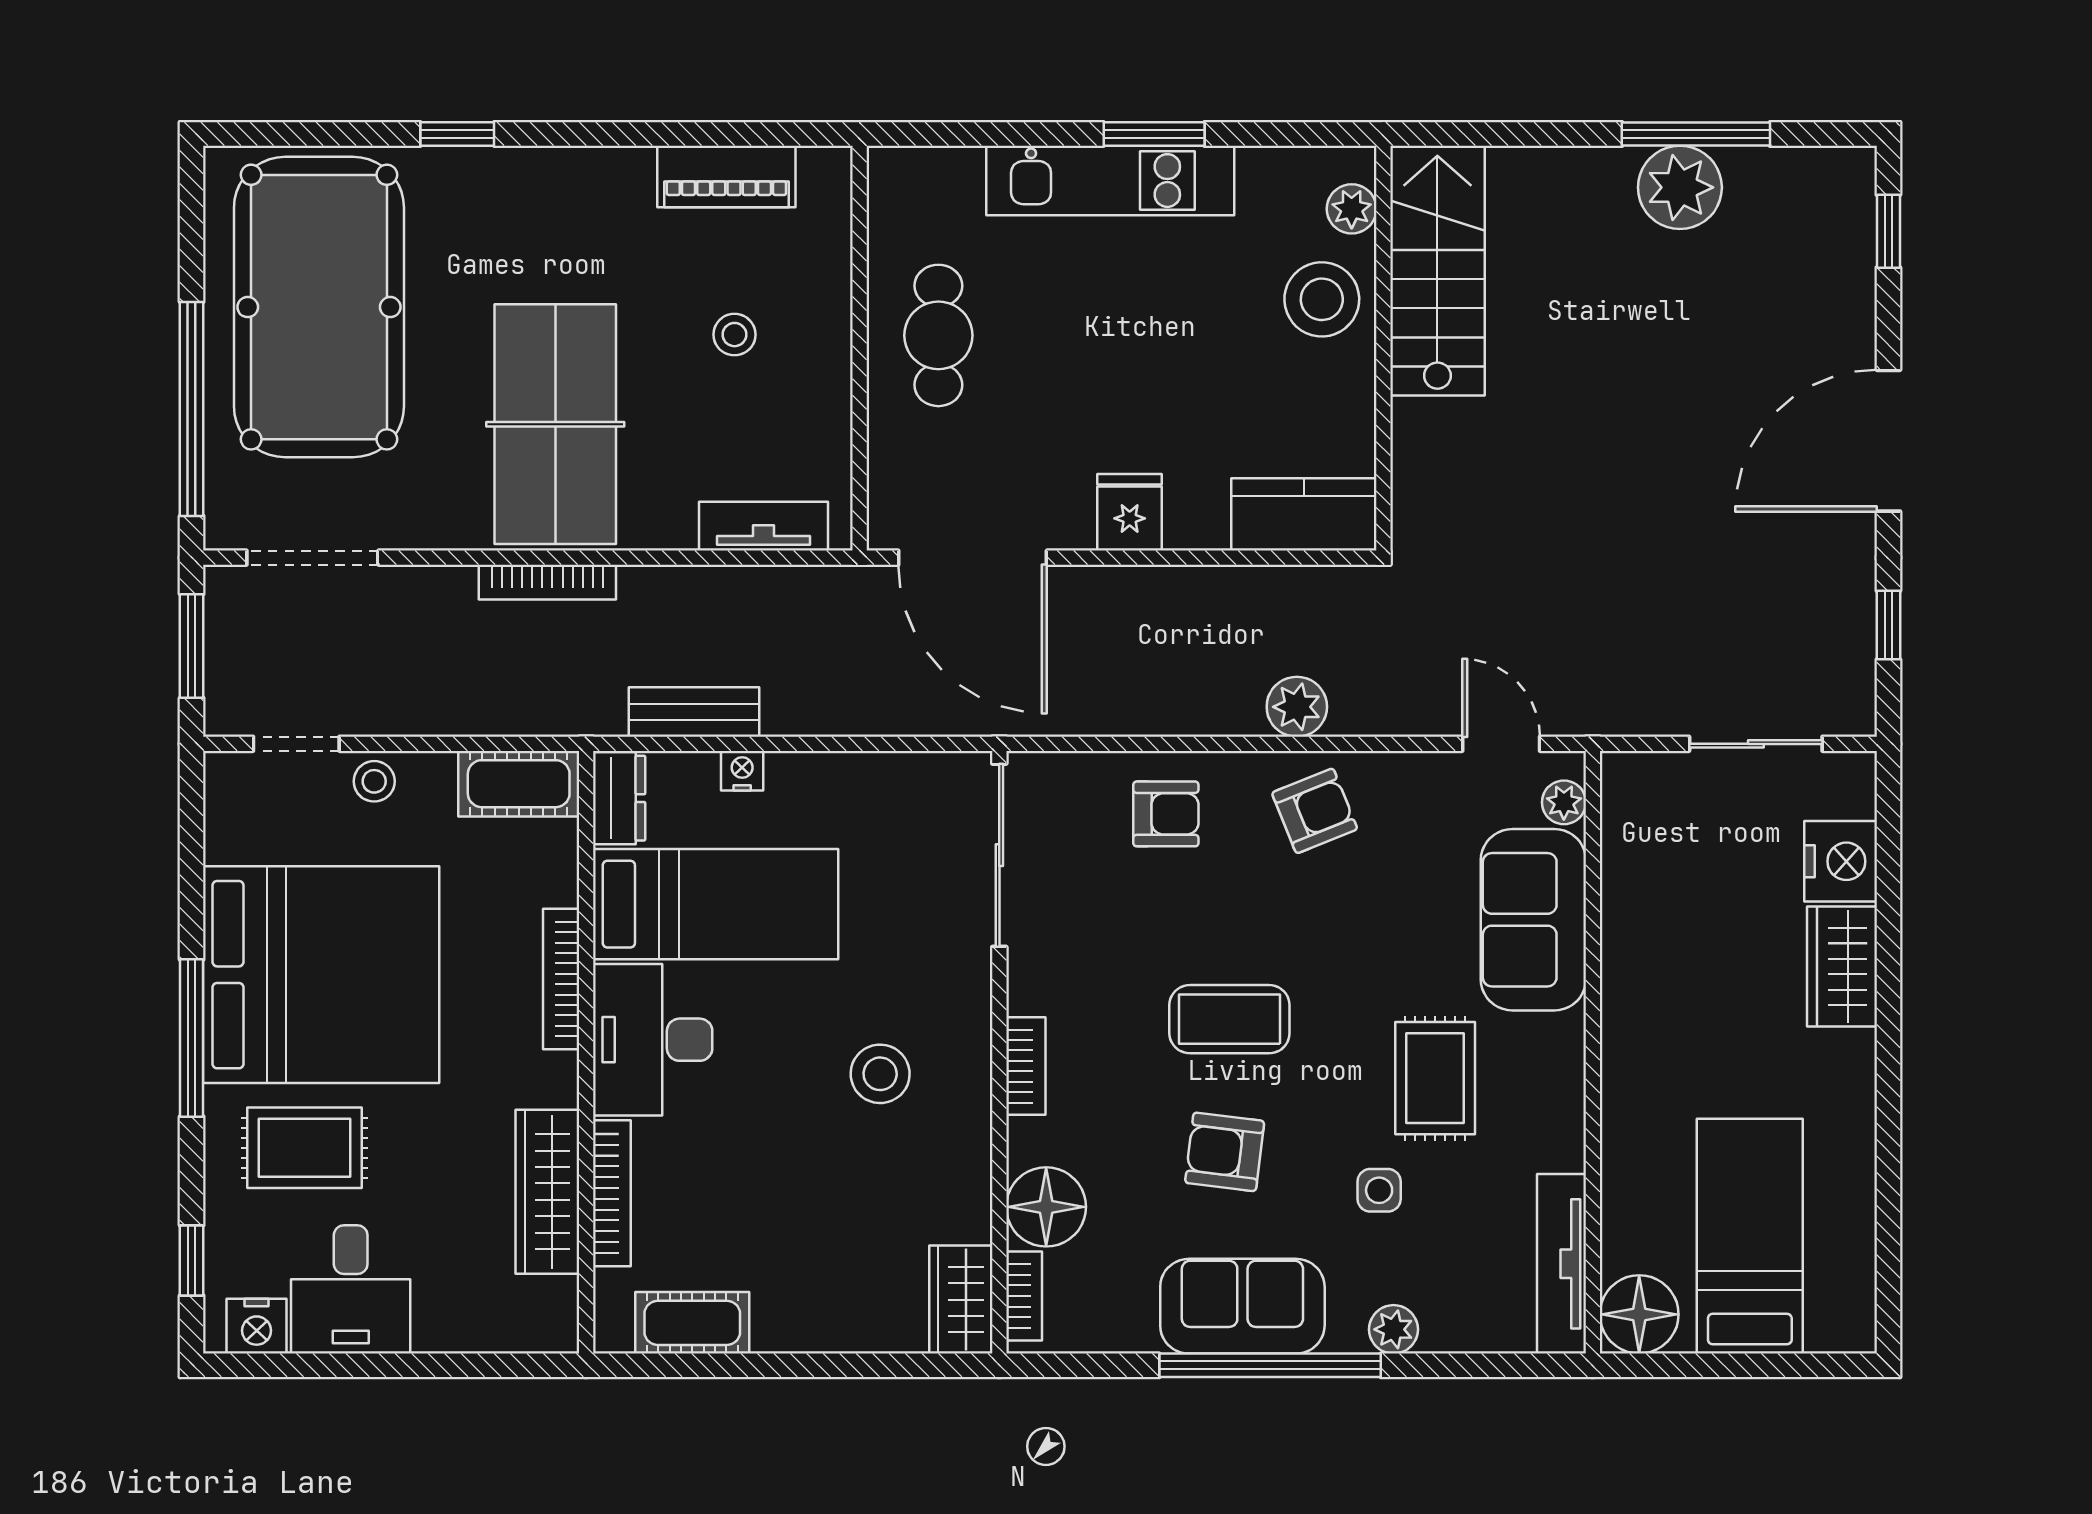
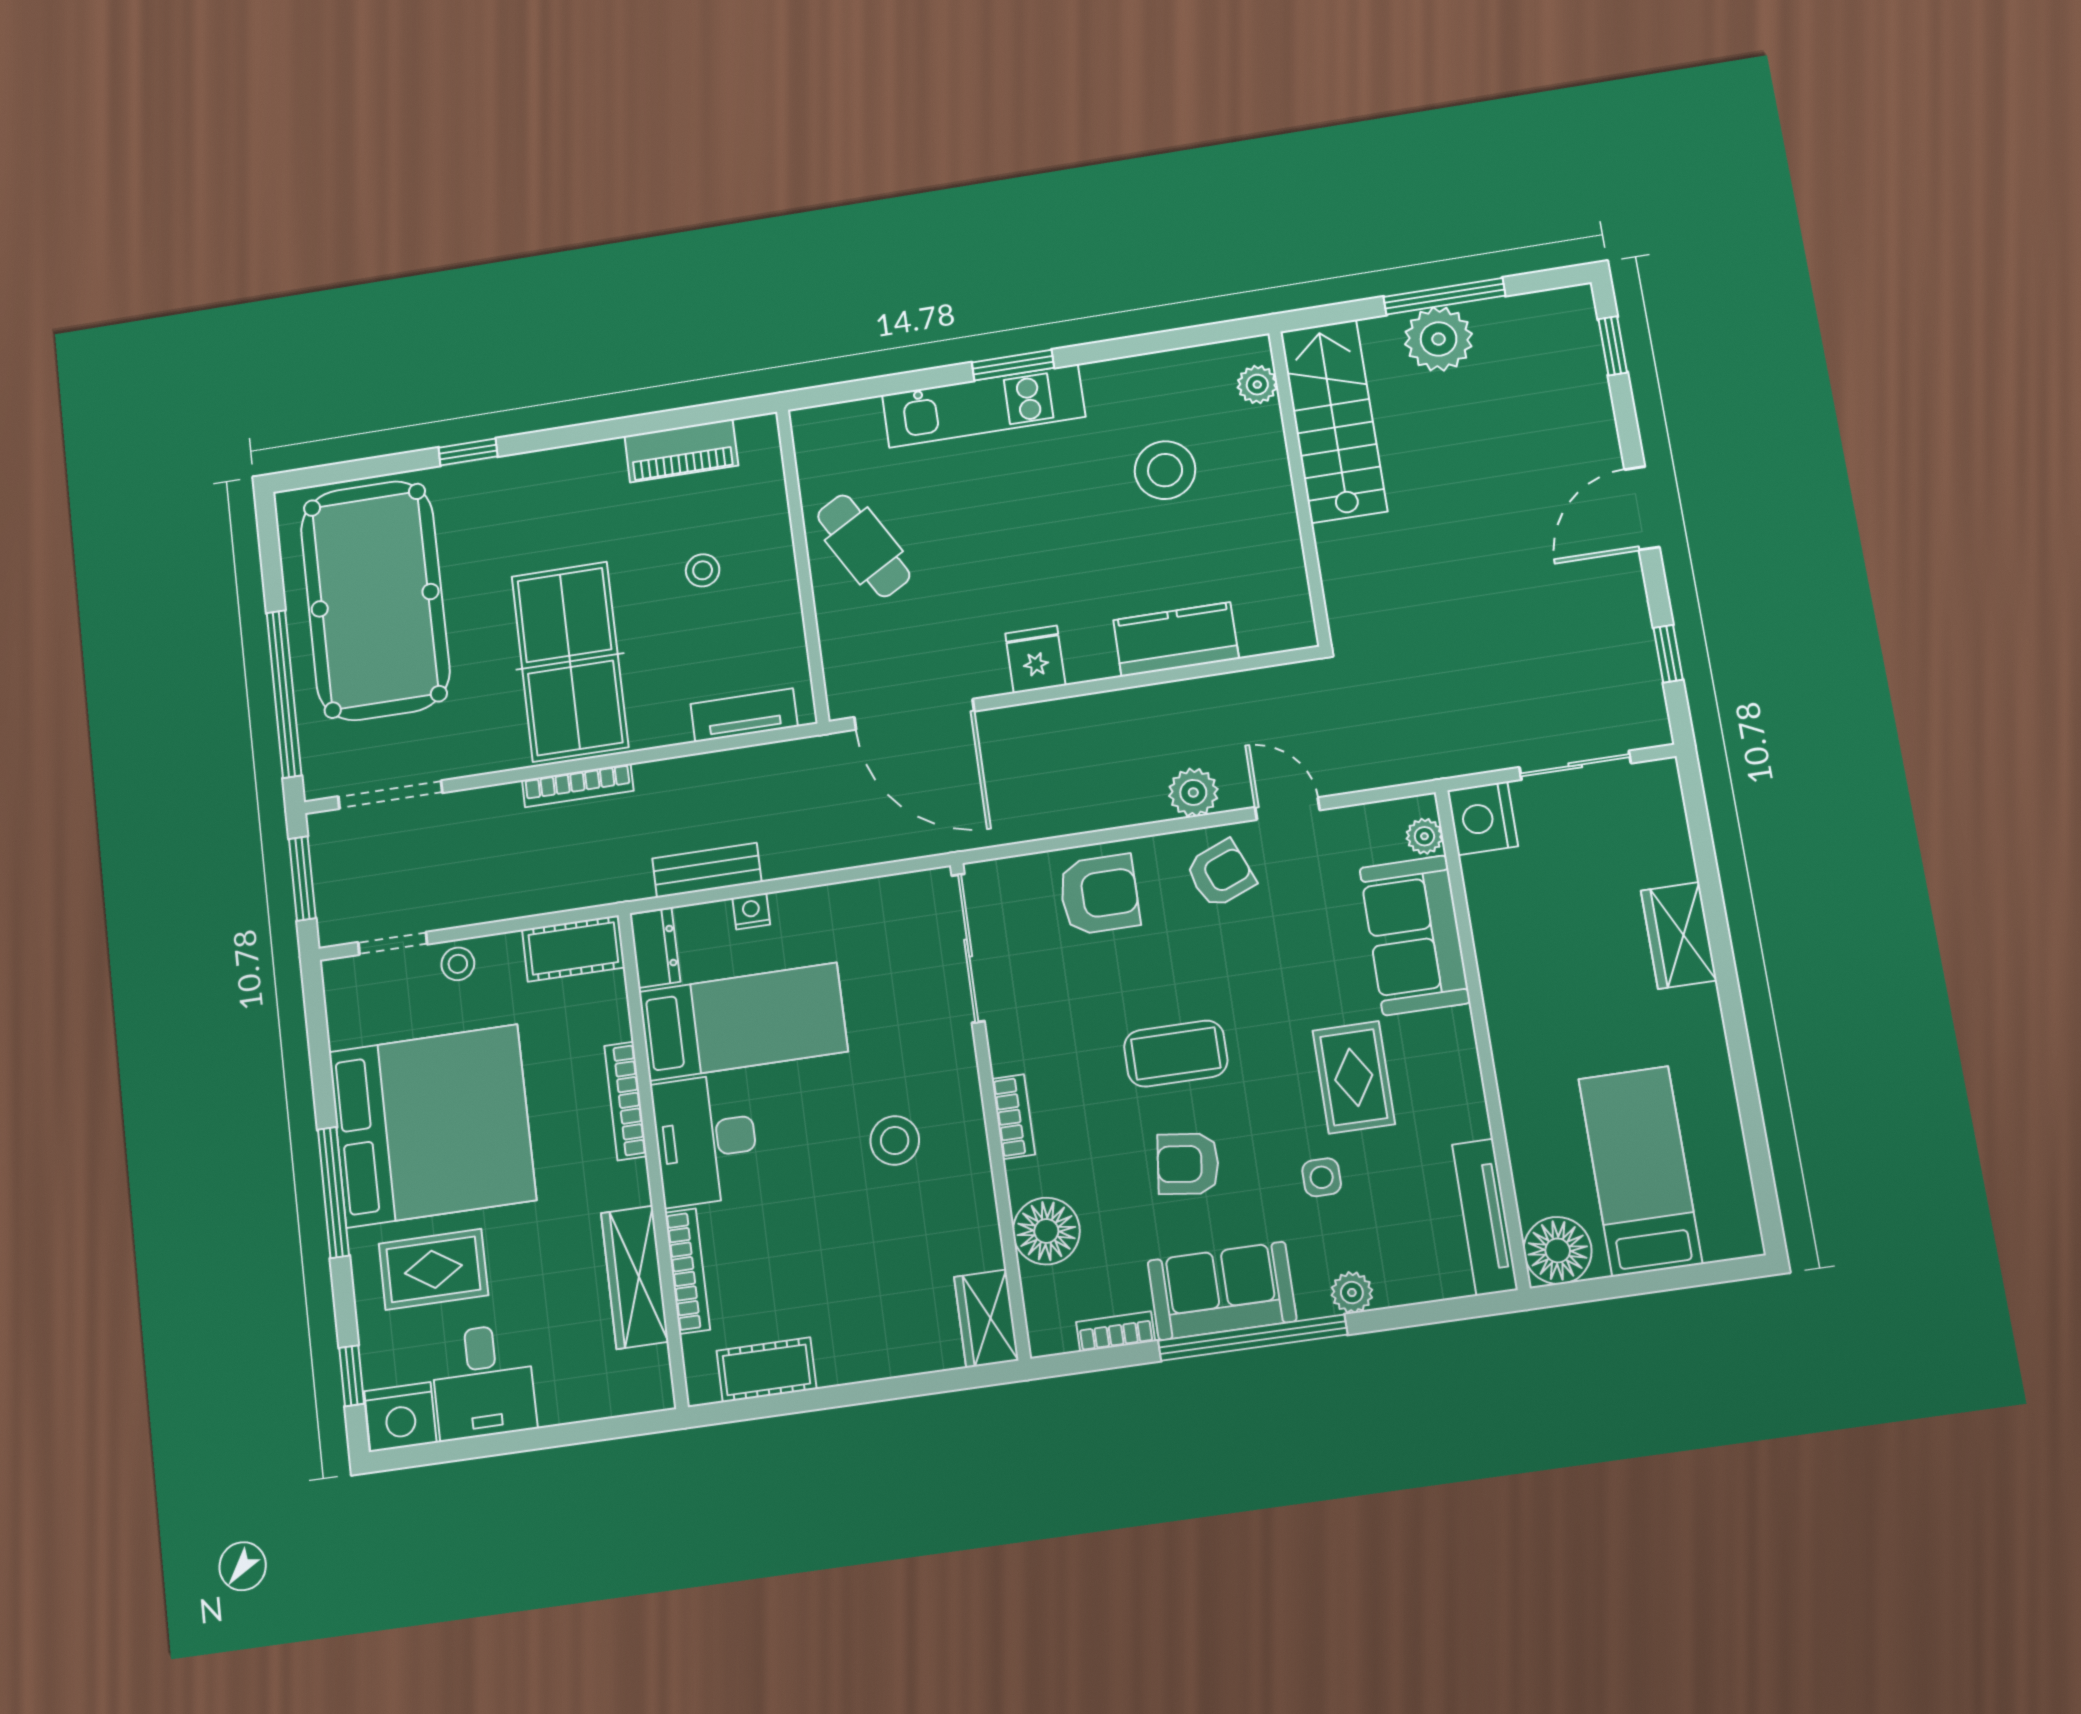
plant: (1352, 209) -> (1257, 385), moved
stairs: (1437, 271) -> (1334, 421), moved
cafe table: (938, 335) -> (864, 546), turned -30
wall: (1383, 348) -> (1300, 488), moved
door: (1888, 441) -> (1642, 508), width x0.73
door: (1501, 744) -> (1287, 809), moved
armchair: (1166, 814) -> (1099, 894), width x1.38, depth x1.38
nightstand: (1841, 861) -> (1483, 818), moved, turned 180
bookcase: (1024, 1296) -> (1116, 1332), moved, turned -90
nightstand: (257, 1326) -> (400, 1417), width x1.36, depth x1.33

